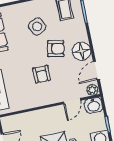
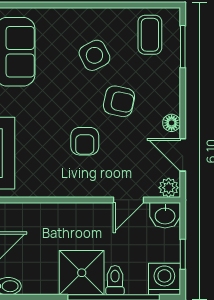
floor lamp: (82, 51) -> (172, 123), width x0.53, depth x0.53
door: (96, 70) -> (183, 155), hinge flipped

